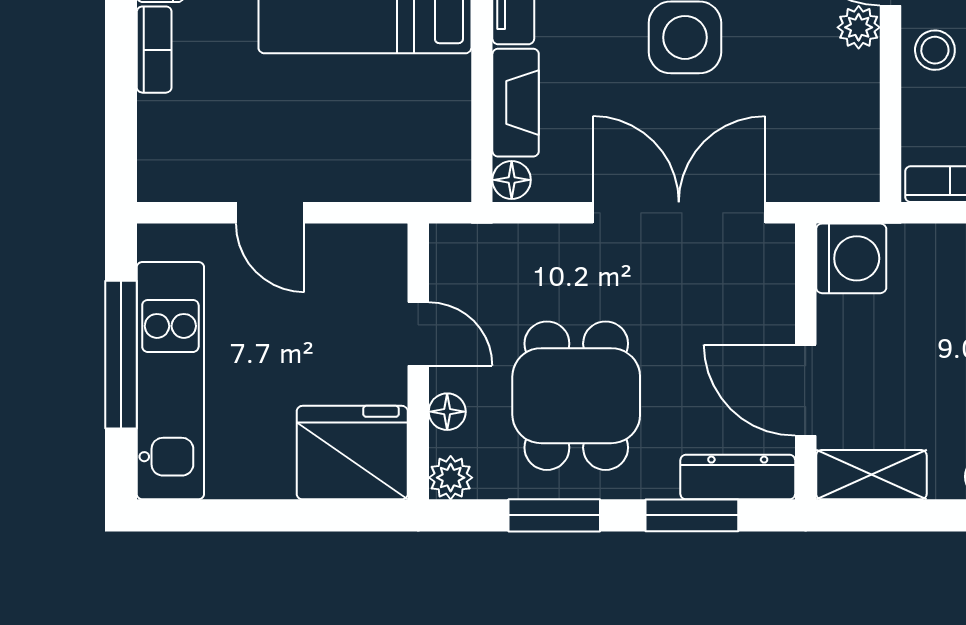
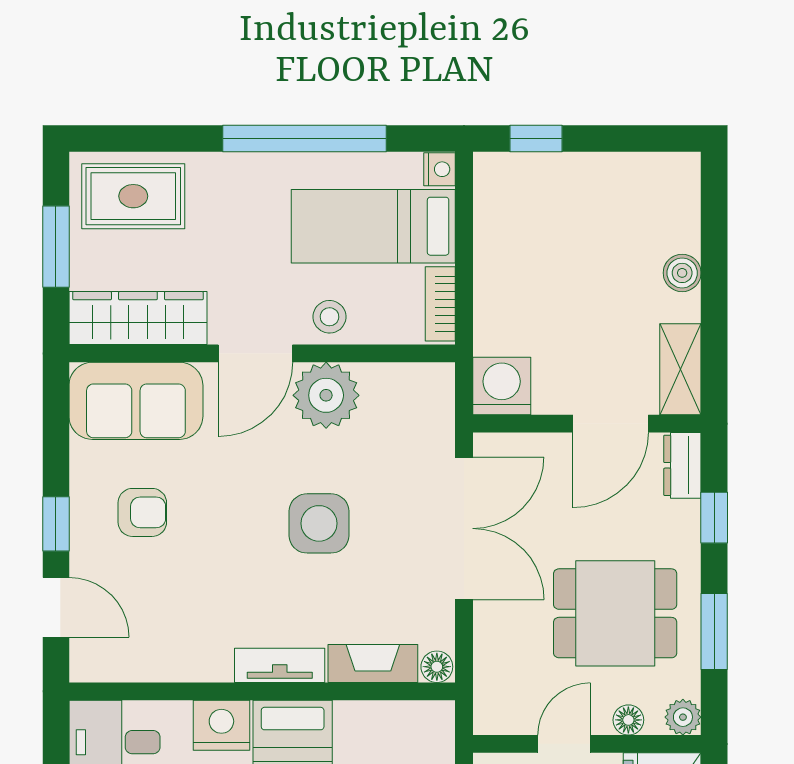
plant: (859, 27) -> (326, 395), width x1.87, depth x1.87
double door: (679, 213) -> (464, 528), swing flipped
dresser: (738, 477) -> (682, 465), width x0.70
window: (692, 515) -> (714, 518), width x0.67

